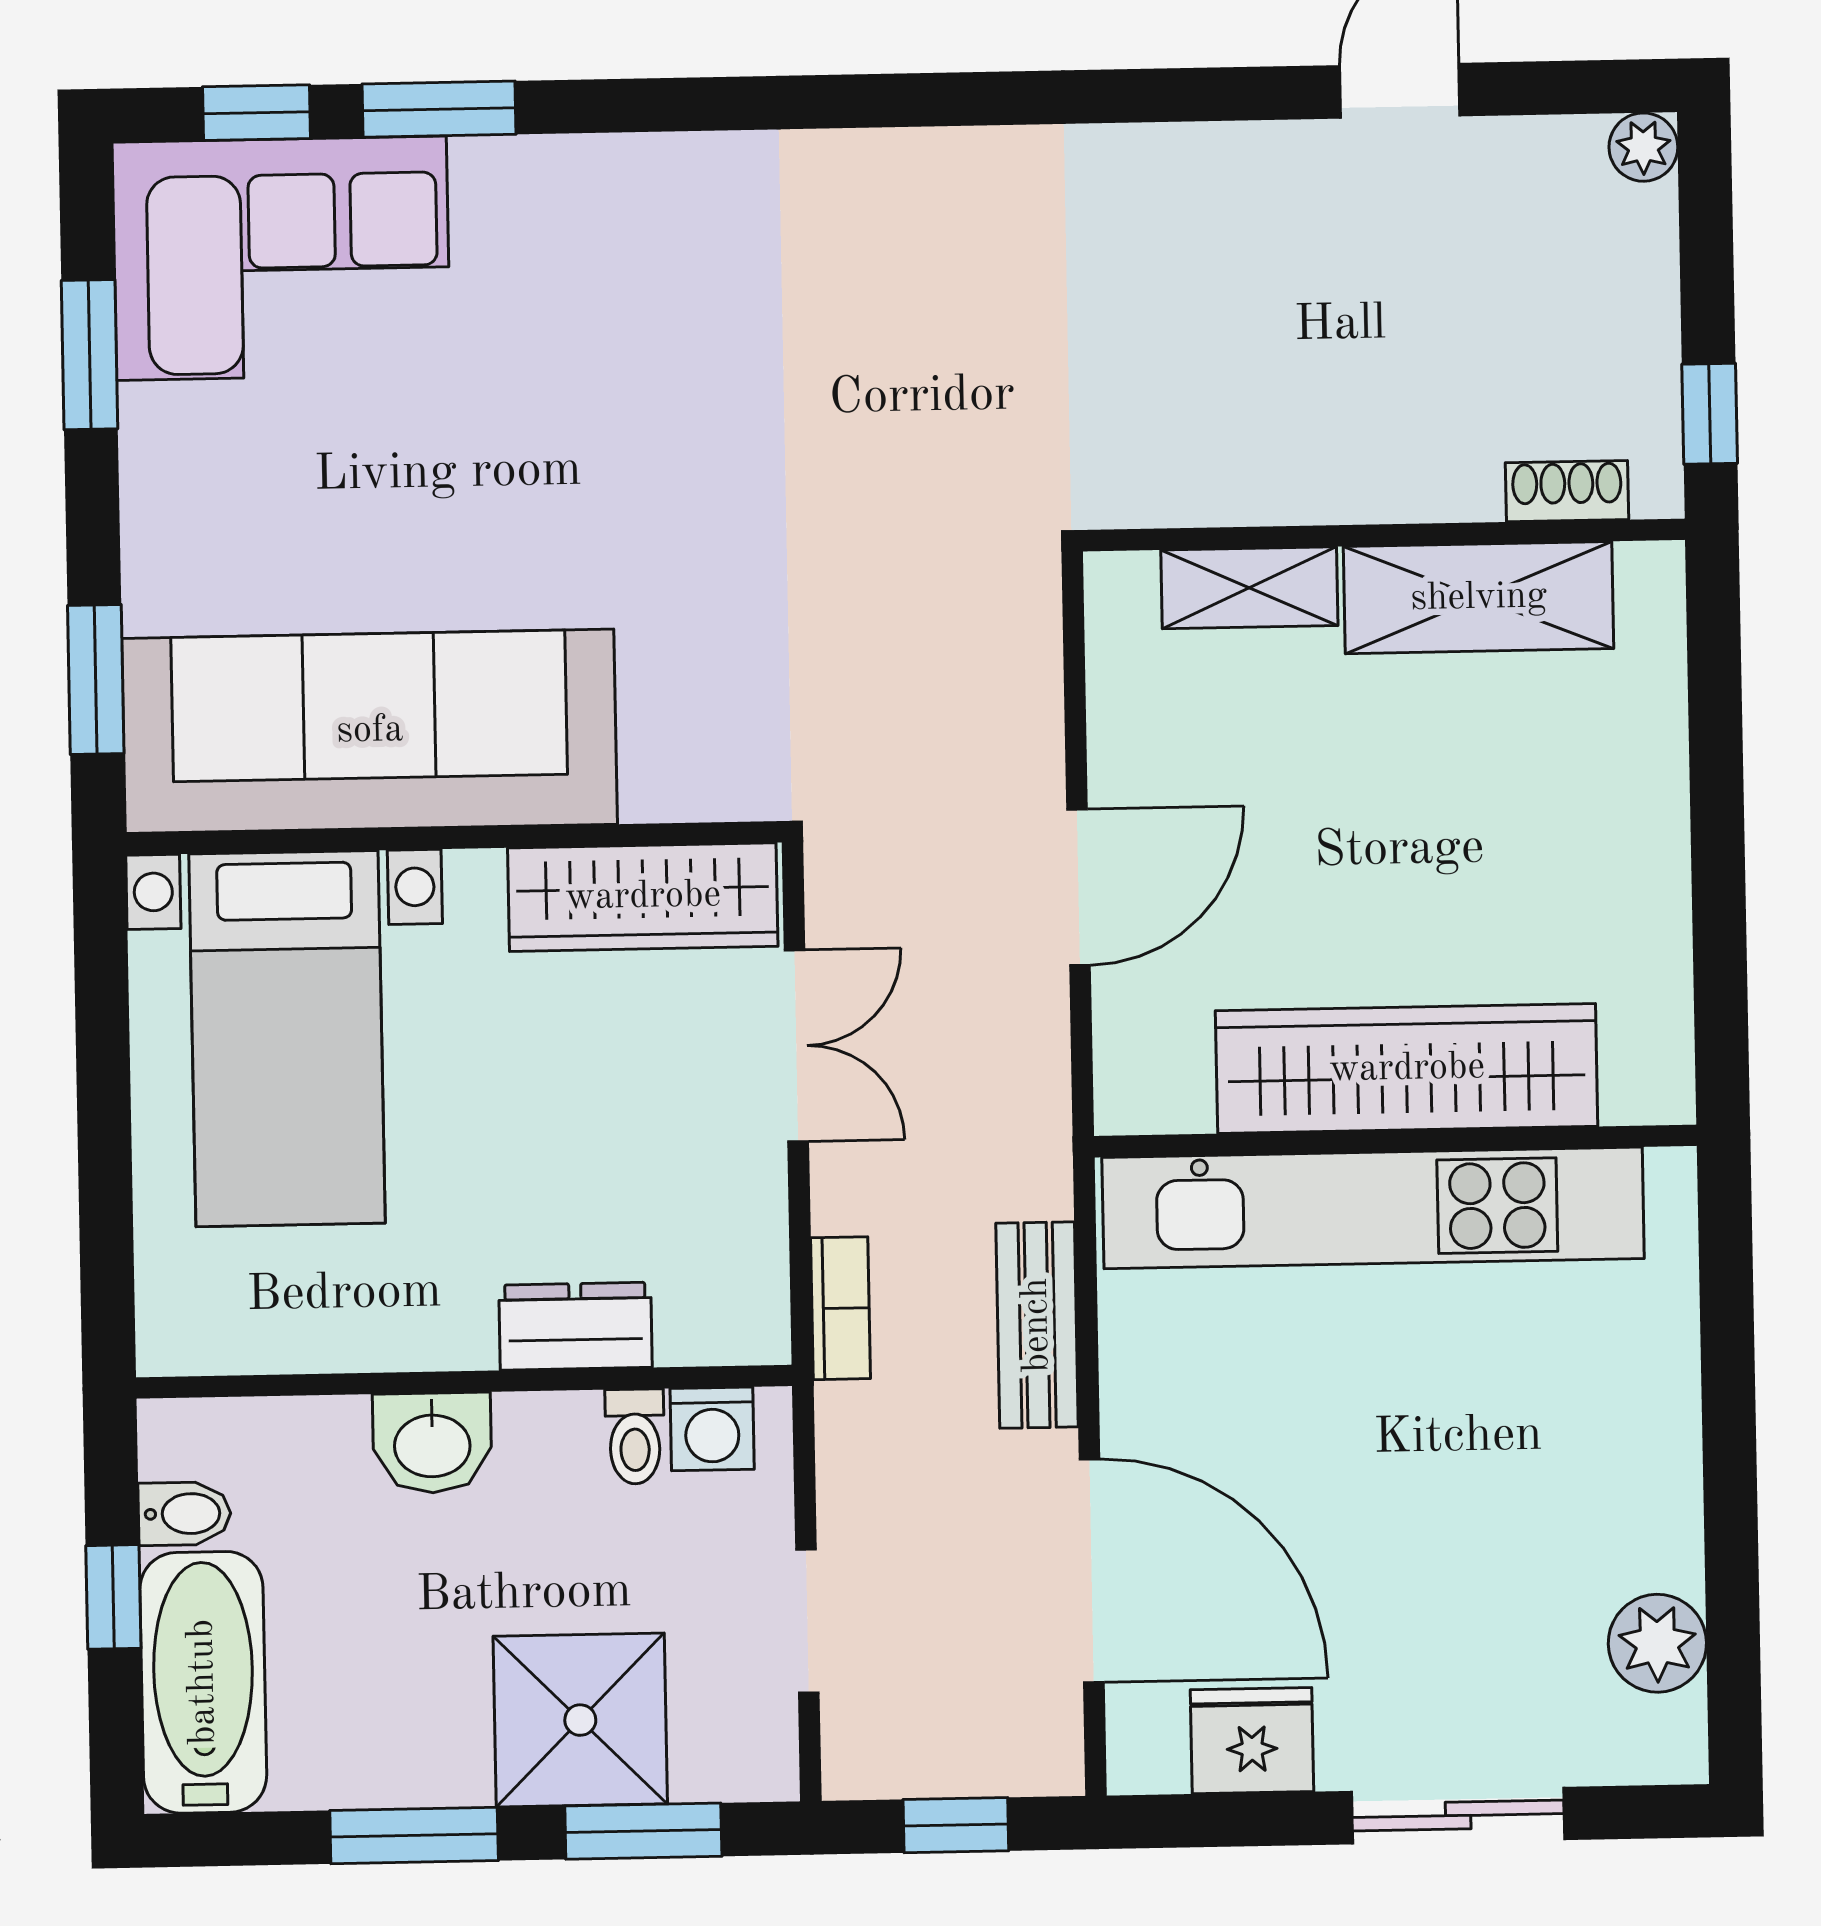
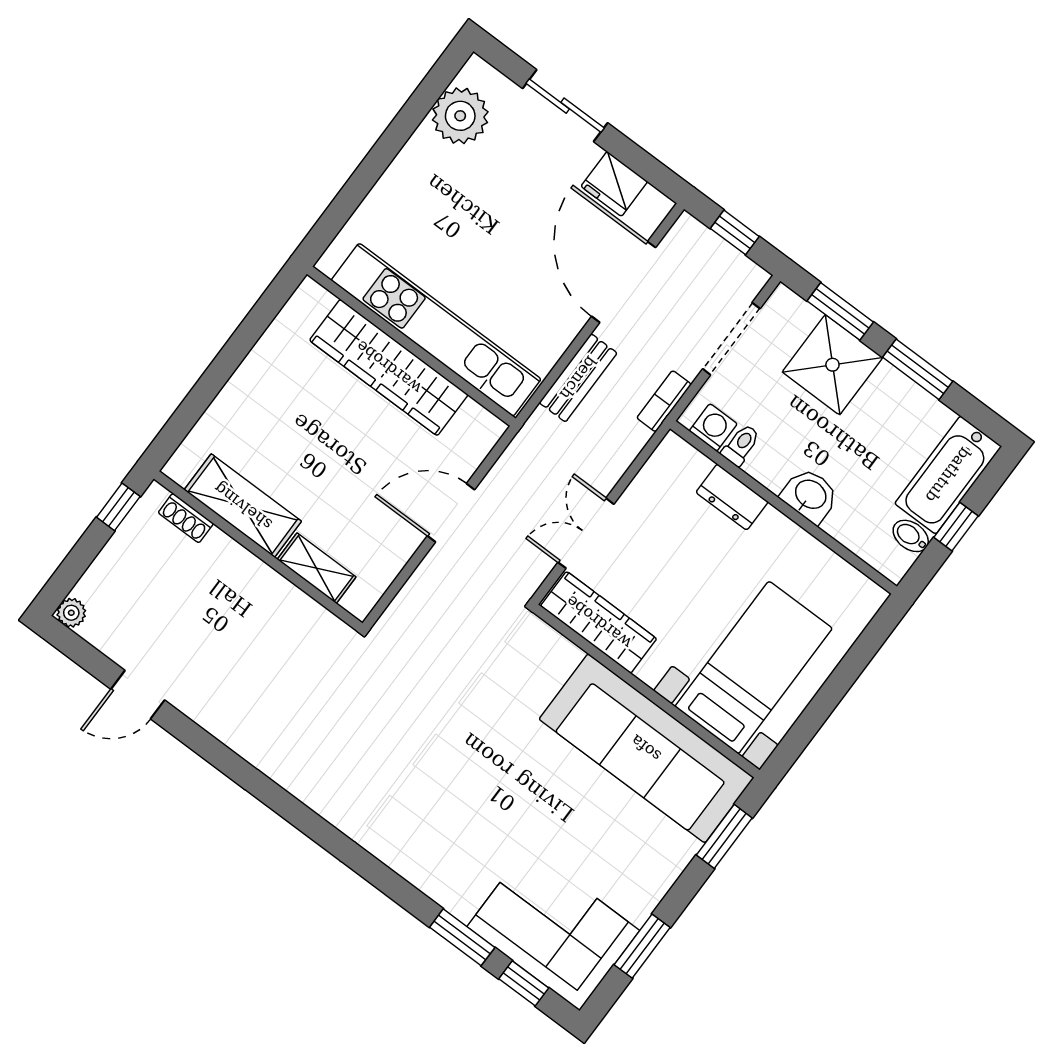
bookcase: (840, 1308) -> (664, 401), moved
doorway: (807, 1621) -> (731, 339), width x1.38
plant: (1657, 1643) -> (460, 116), width x1.36, depth x1.36

